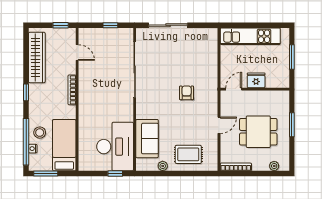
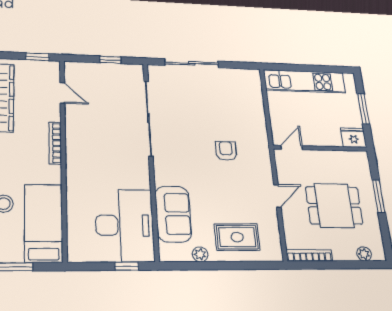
fridge: (256, 80) -> (353, 138), moved

